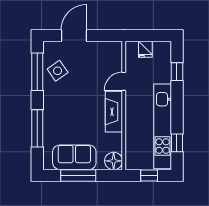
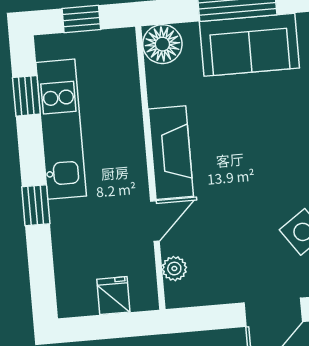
plant: (117, 59) -> (174, 269), added
window: (177, 72) -> (36, 205), moved
kitchen unit: (163, 126) -> (61, 129), width x0.73

